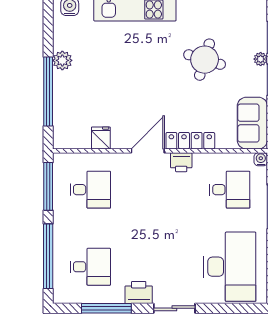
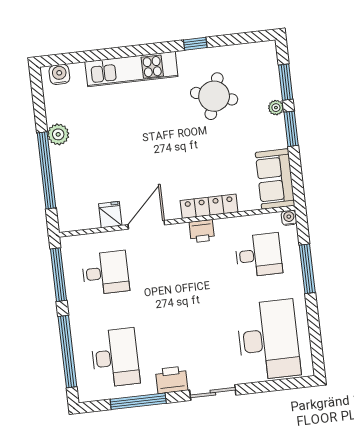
round table: (205, 60) -> (214, 96), moved
door: (148, 151) -> (146, 225), moved
desk: (90, 267) -> (115, 358), width x1.37

